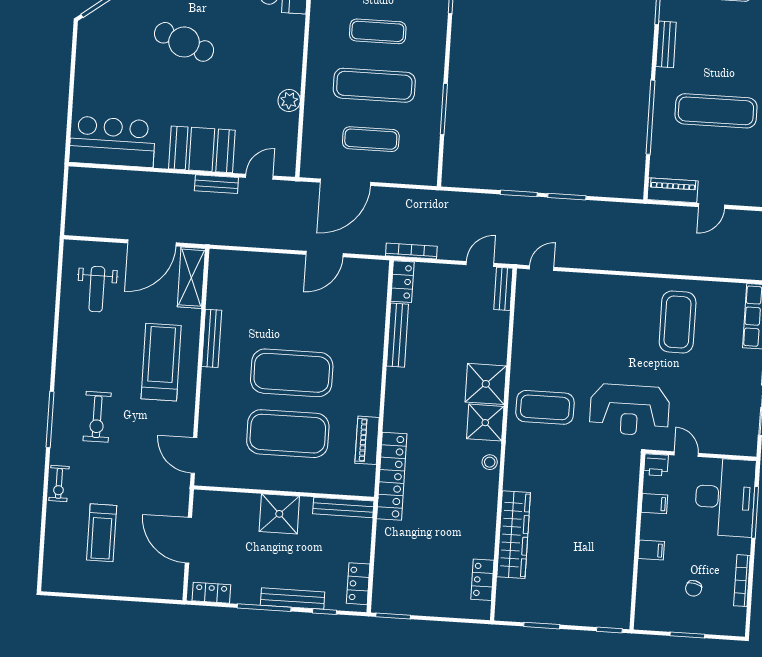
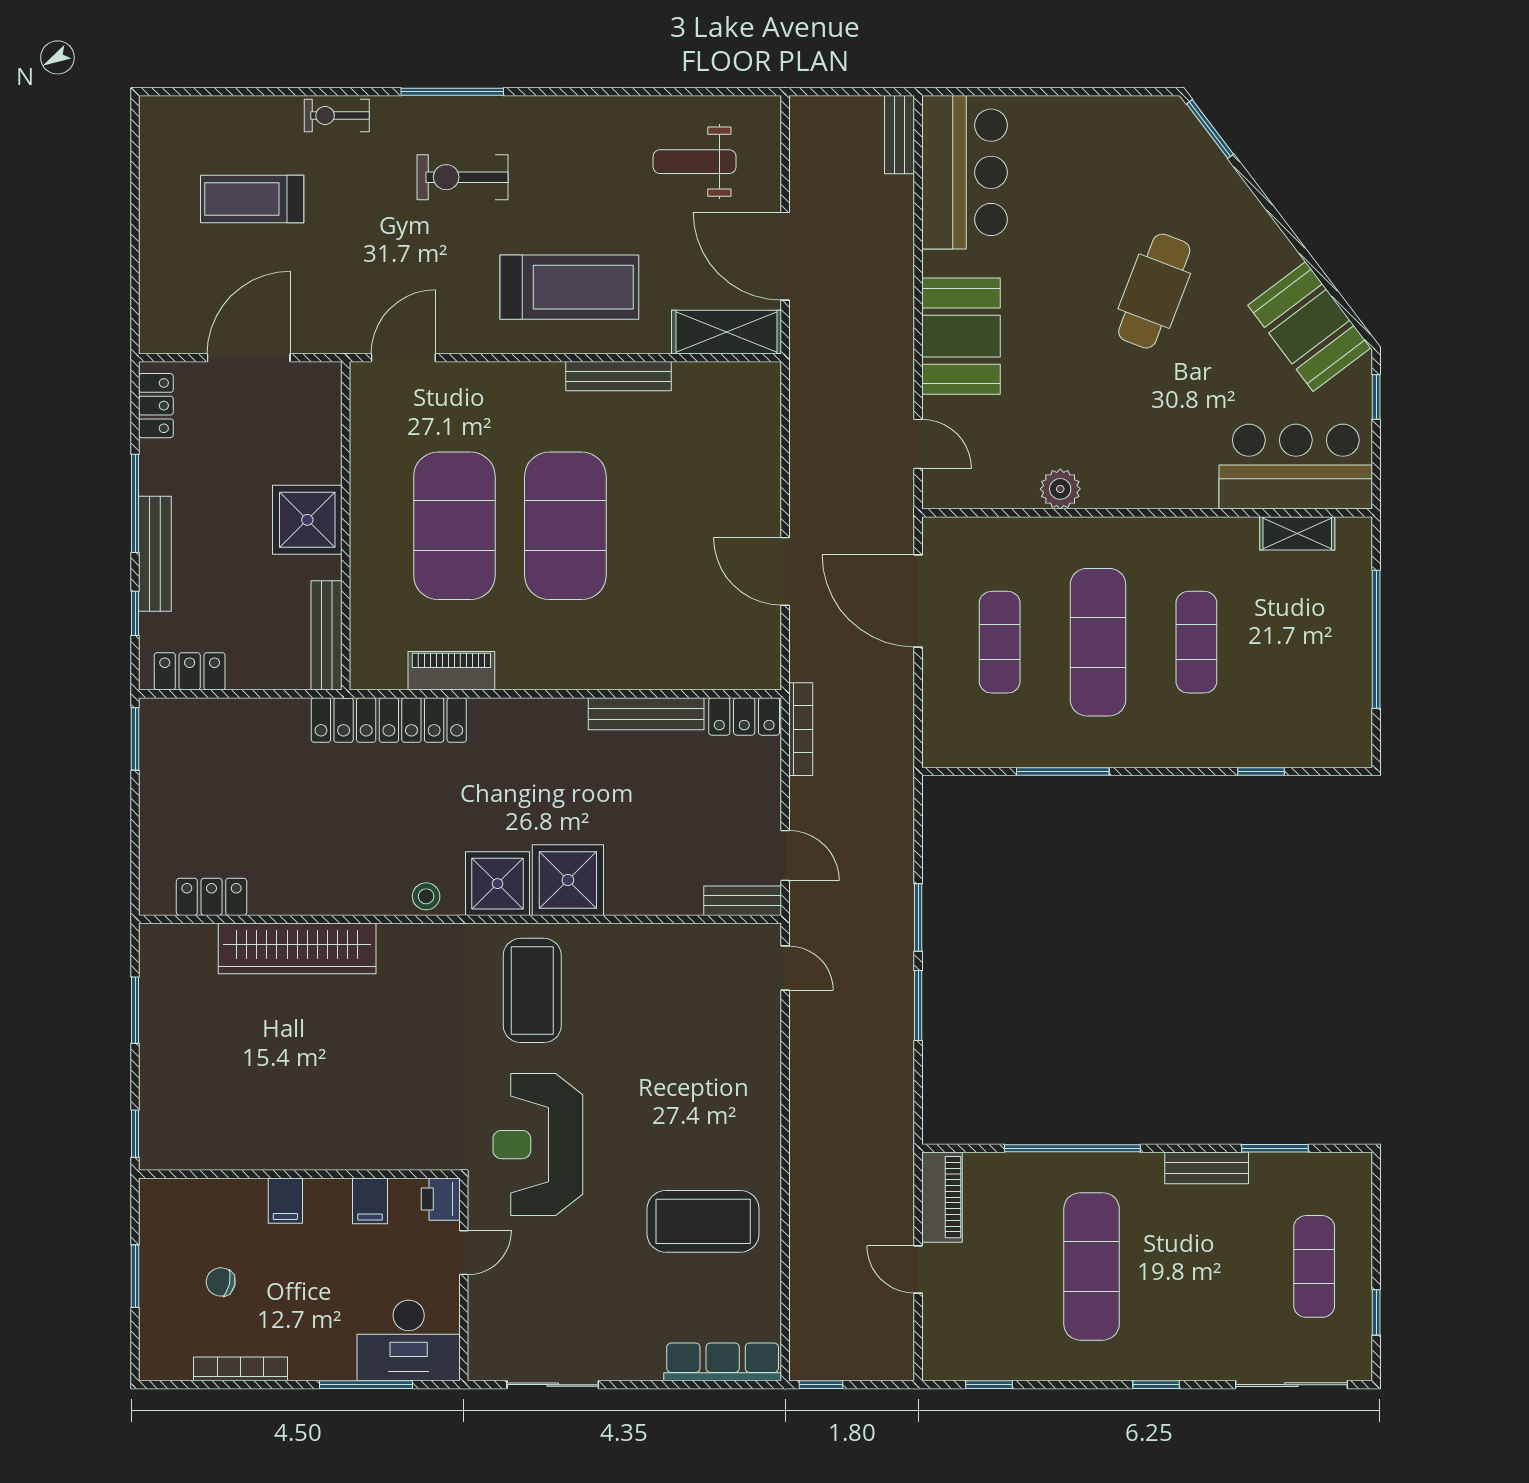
bench: (216, 184) -> (899, 135), moved
desk: (725, 497) -> (409, 1340), width x0.73, depth x0.77

